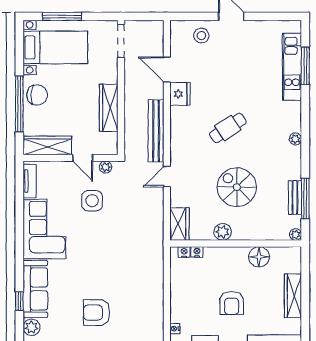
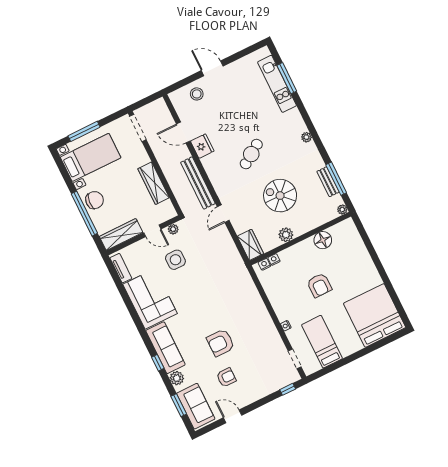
wardrobe: (293, 296) -> (363, 257), removed

